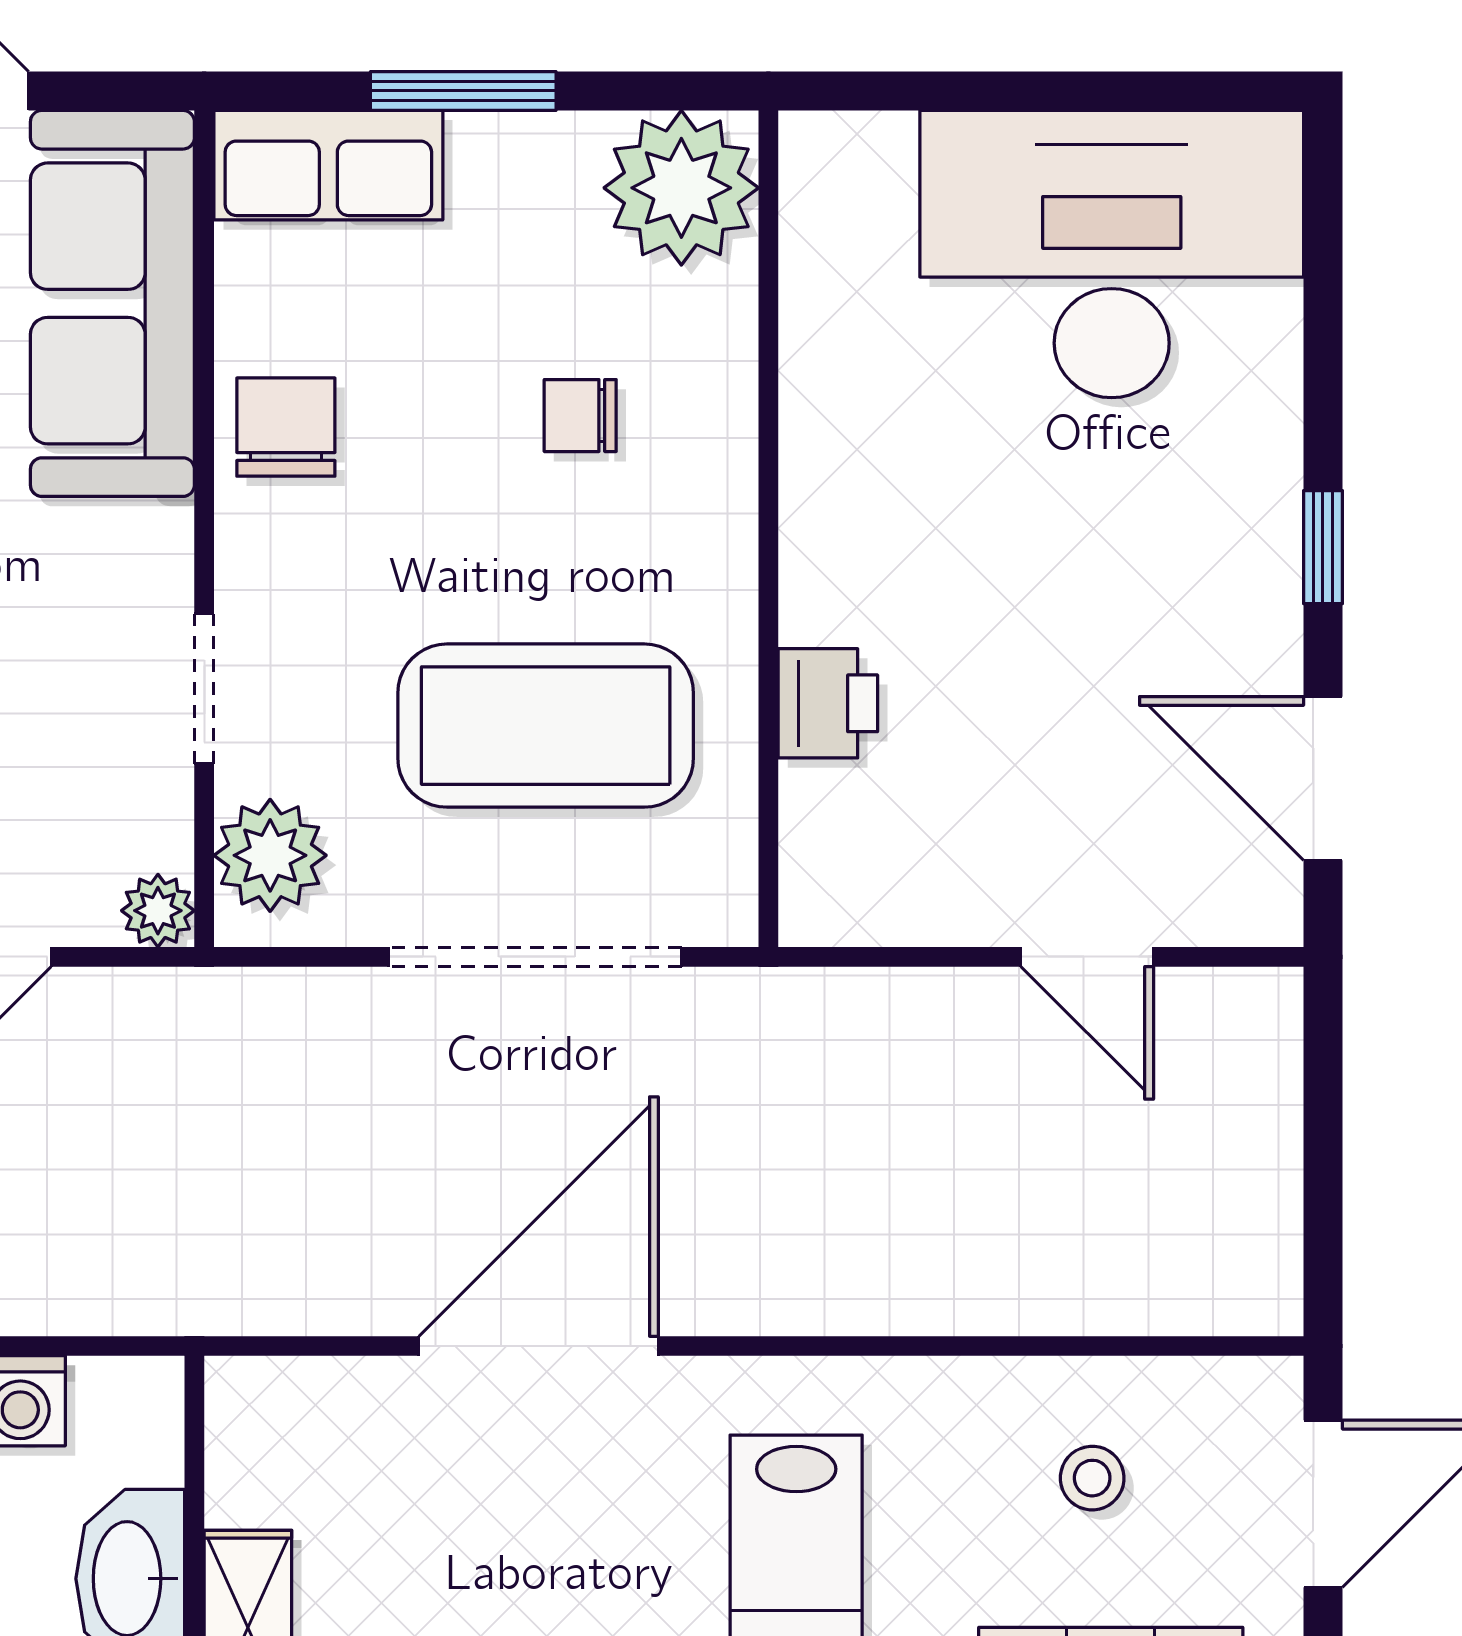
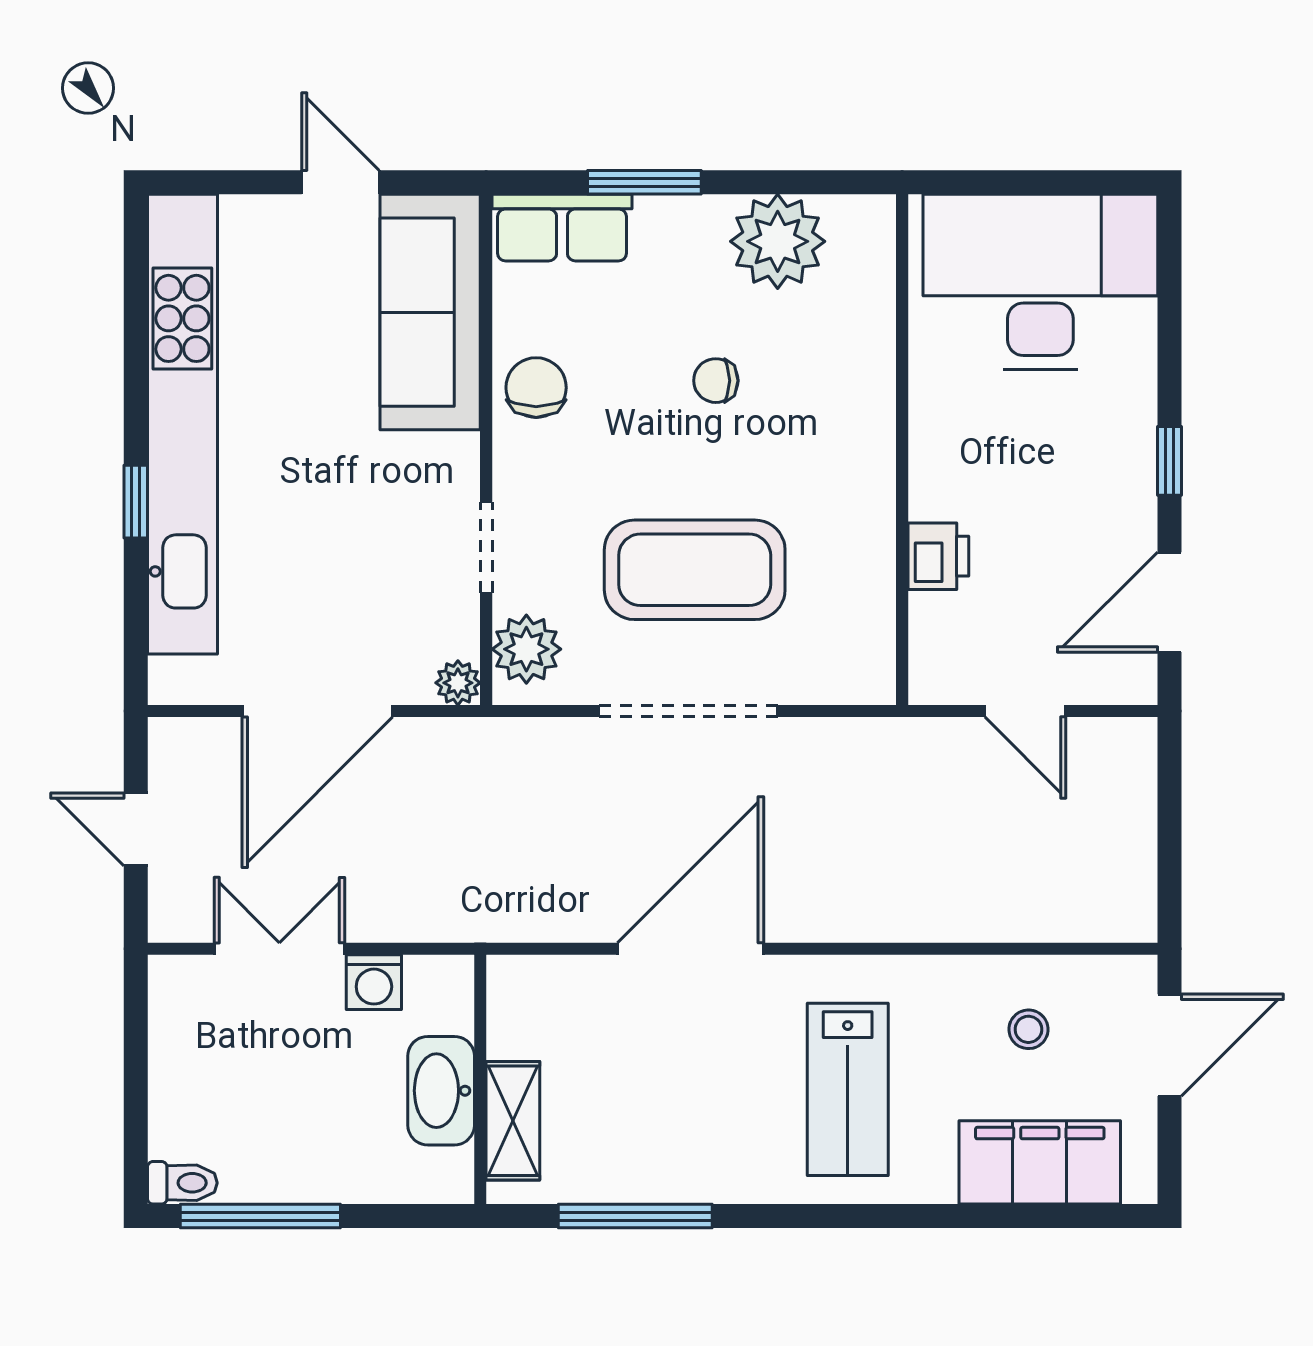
wall: (768, 529) -> (902, 450), moved
printer: (828, 703) -> (938, 556), moved
door: (1323, 779) -> (1169, 602), hinge flipped

